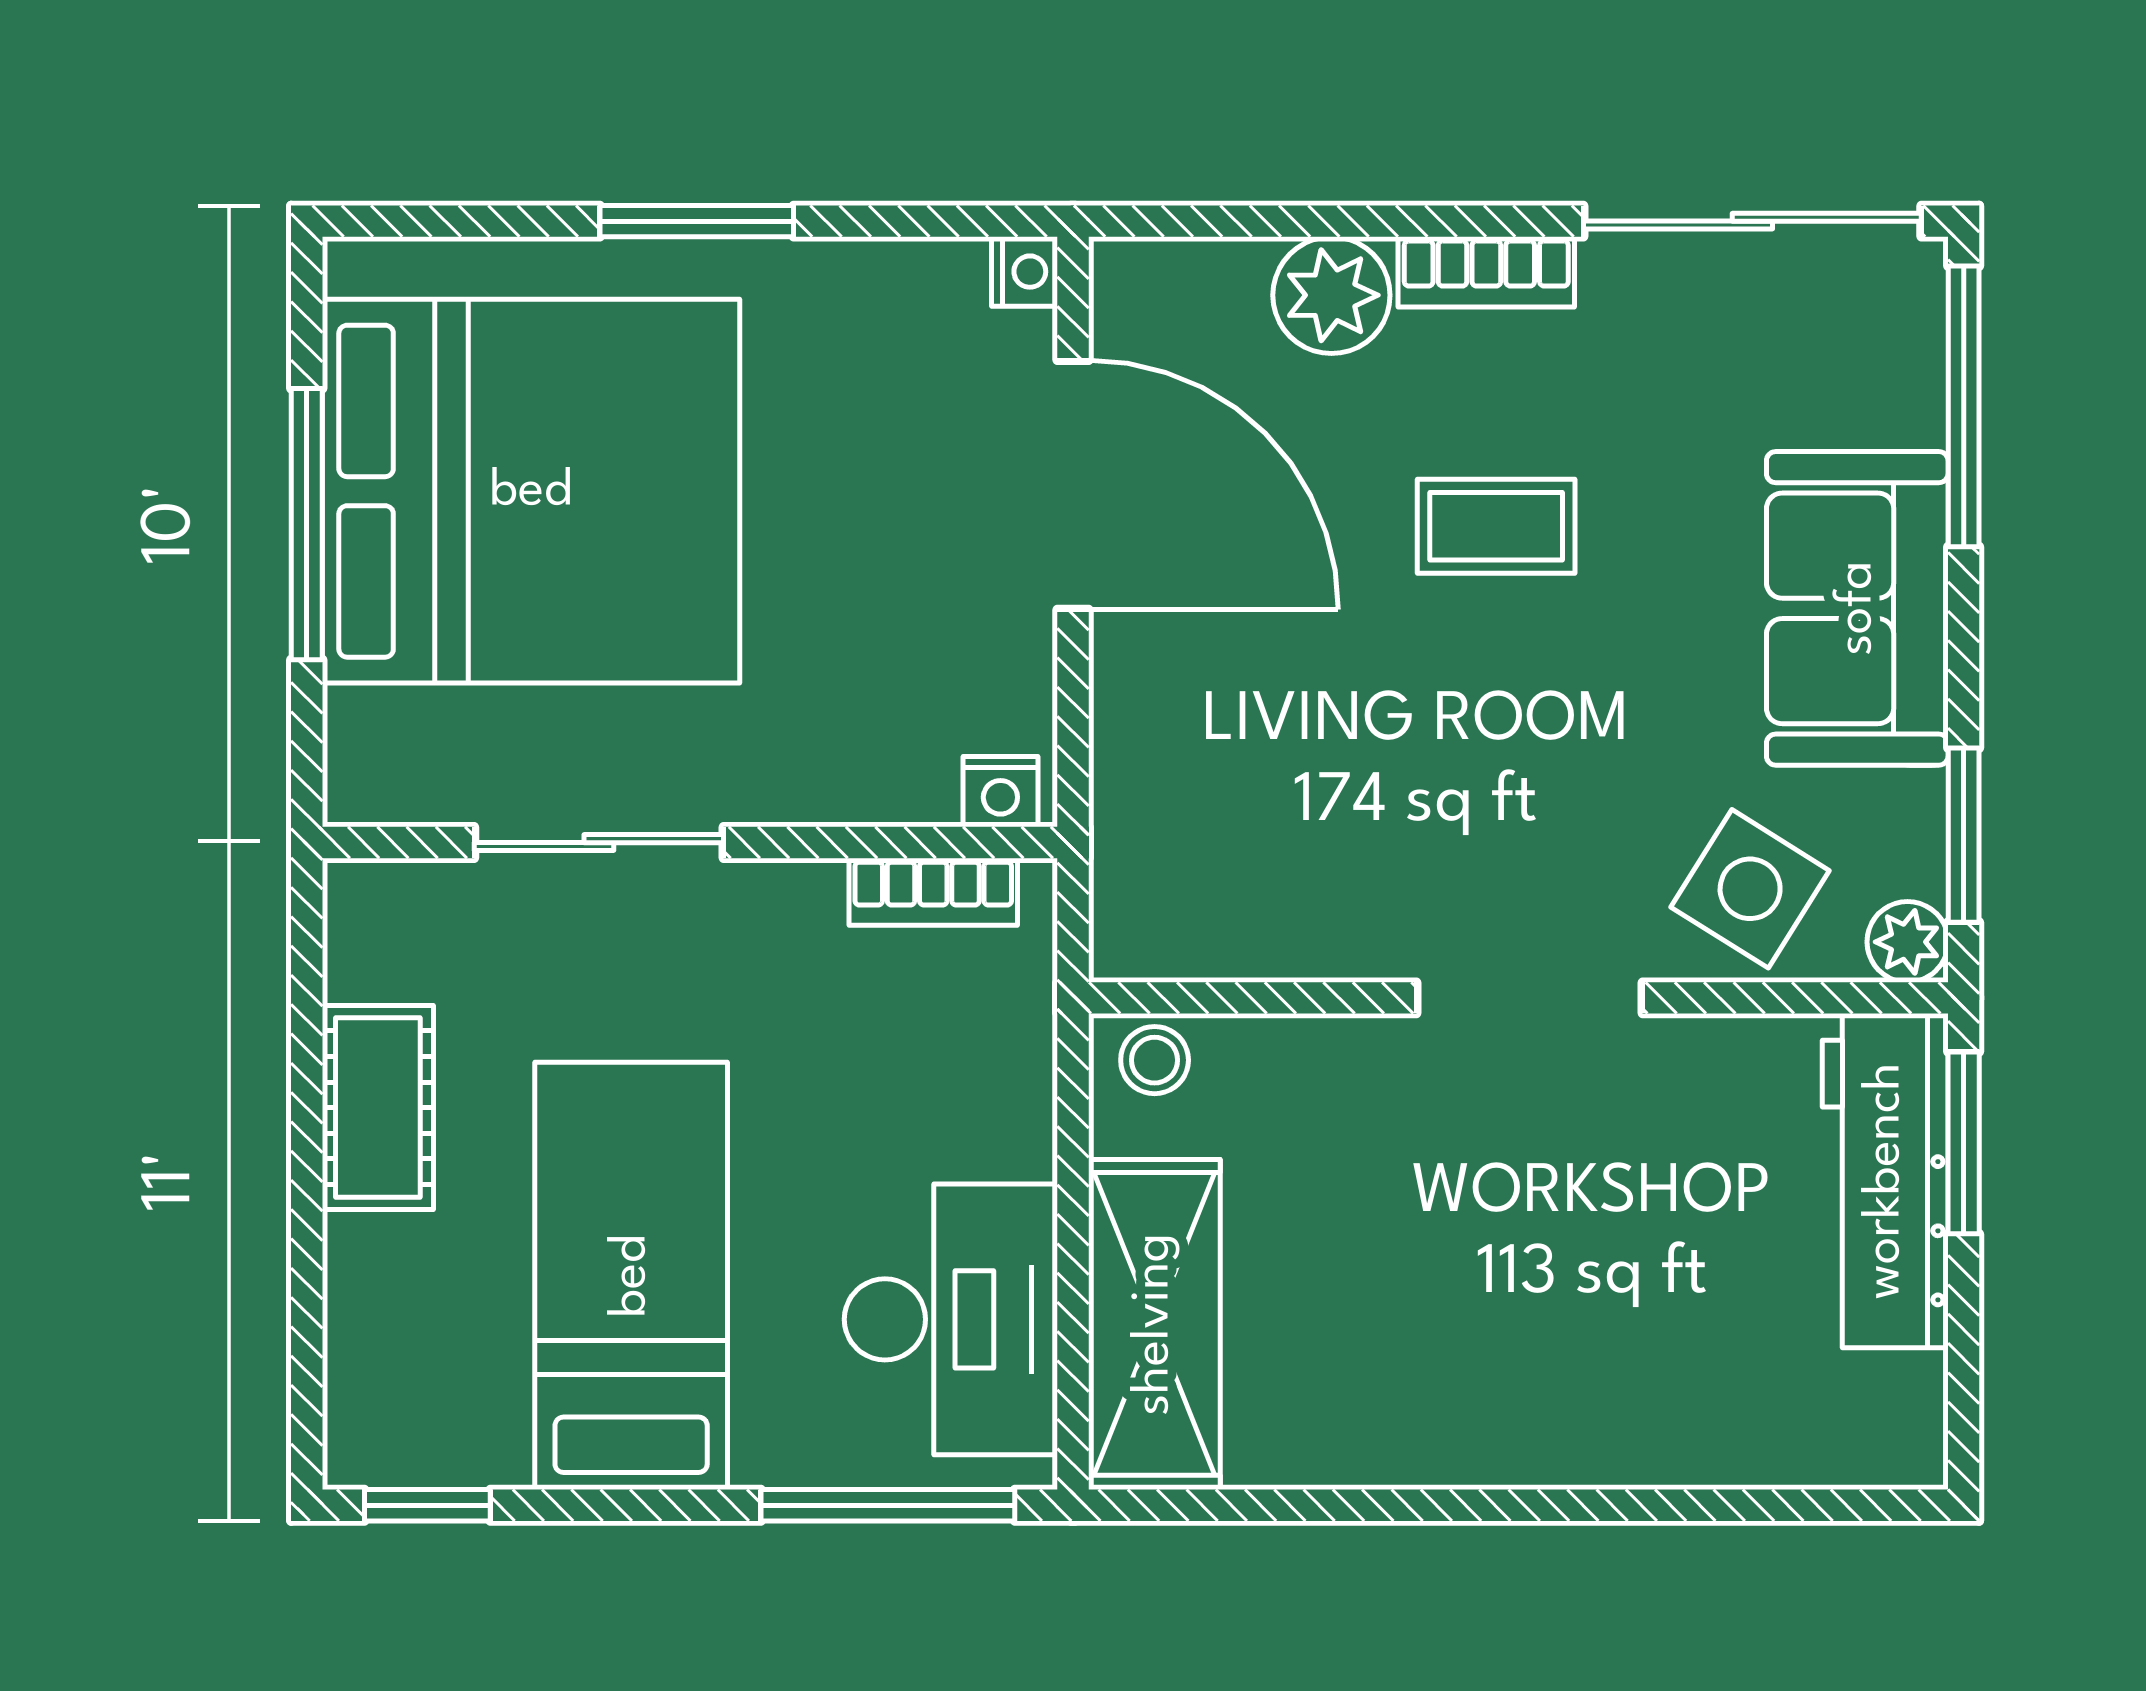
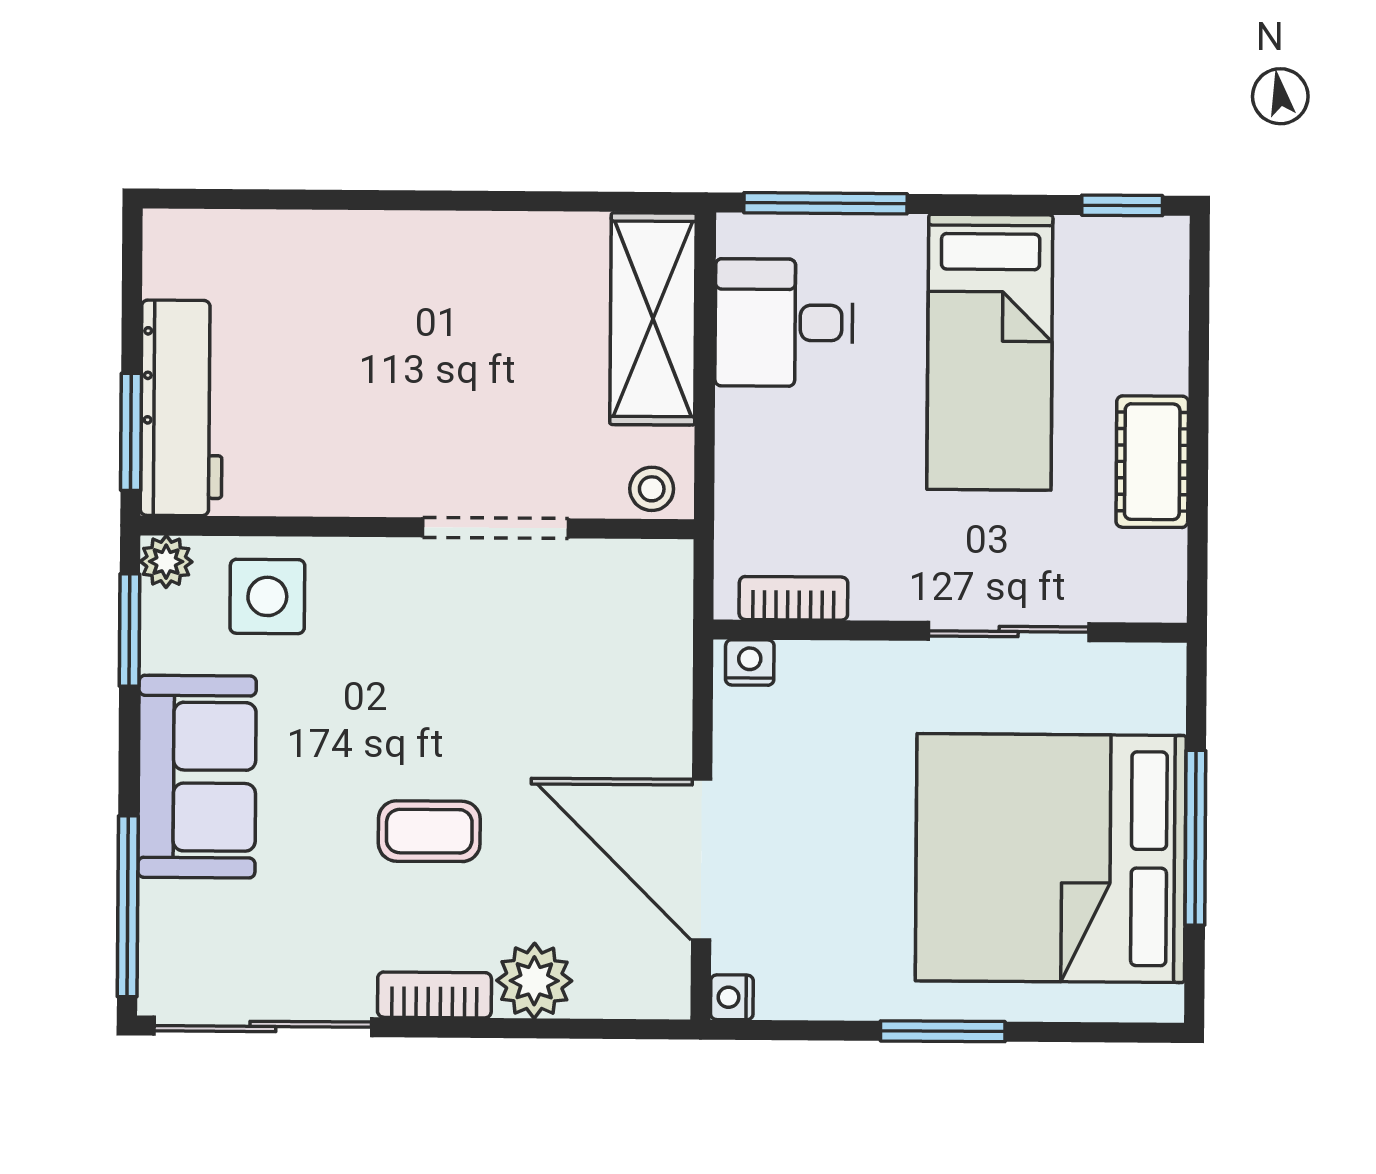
side table: (1750, 889) -> (267, 596), turned -32
doorway: (1529, 998) -> (496, 528), moved
desk: (951, 1319) -> (784, 323), width x0.73

